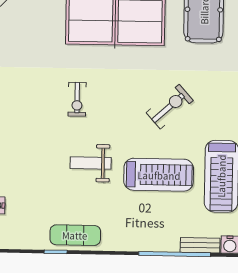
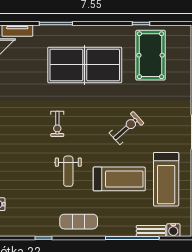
weight bench: (91, 163) -> (68, 171), turned -90
exercise mat: (75, 235) -> (79, 222), moved

